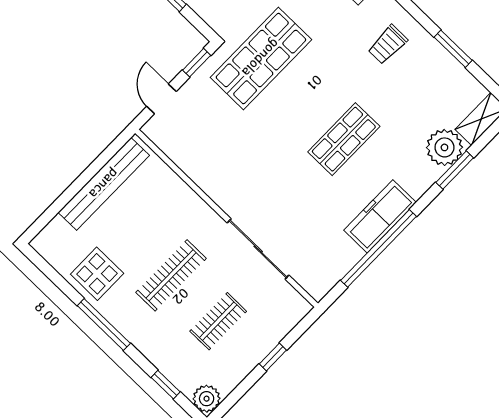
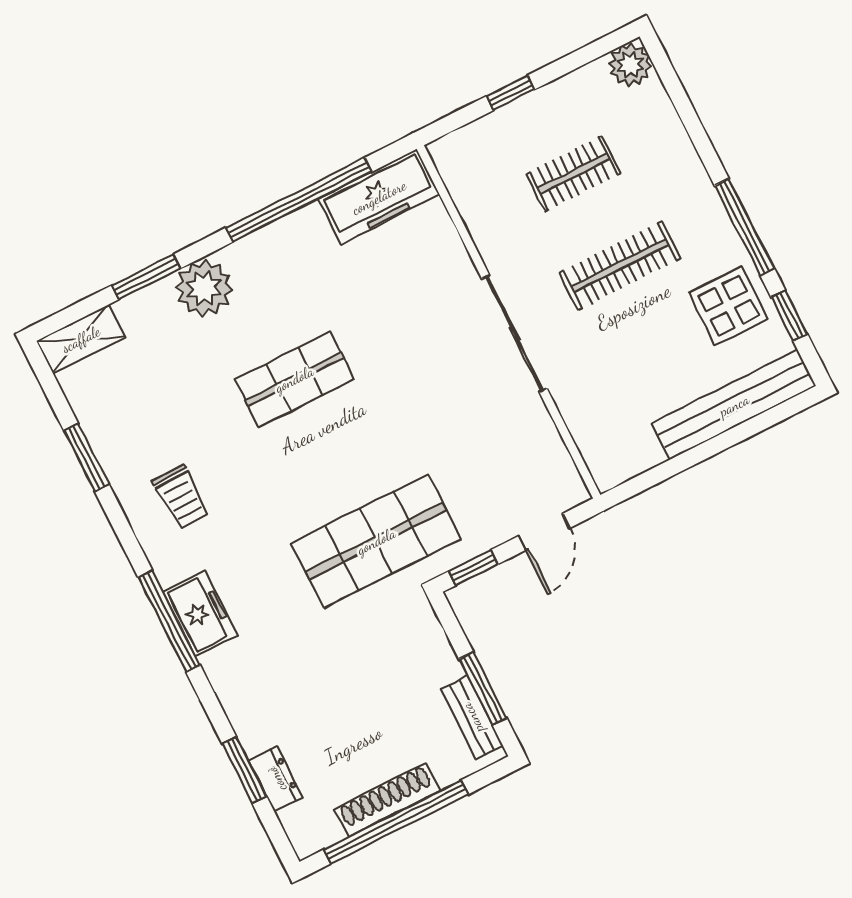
trolley: (388, 45) -> (181, 497), turned 88
plant: (444, 147) -> (204, 288), moved
bench: (104, 184) -> (734, 405), moved
freezer: (380, 216) -> (379, 197), moved
sliding door: (258, 249) -> (514, 334), moved
window: (166, 385) -> (789, 316), moved

